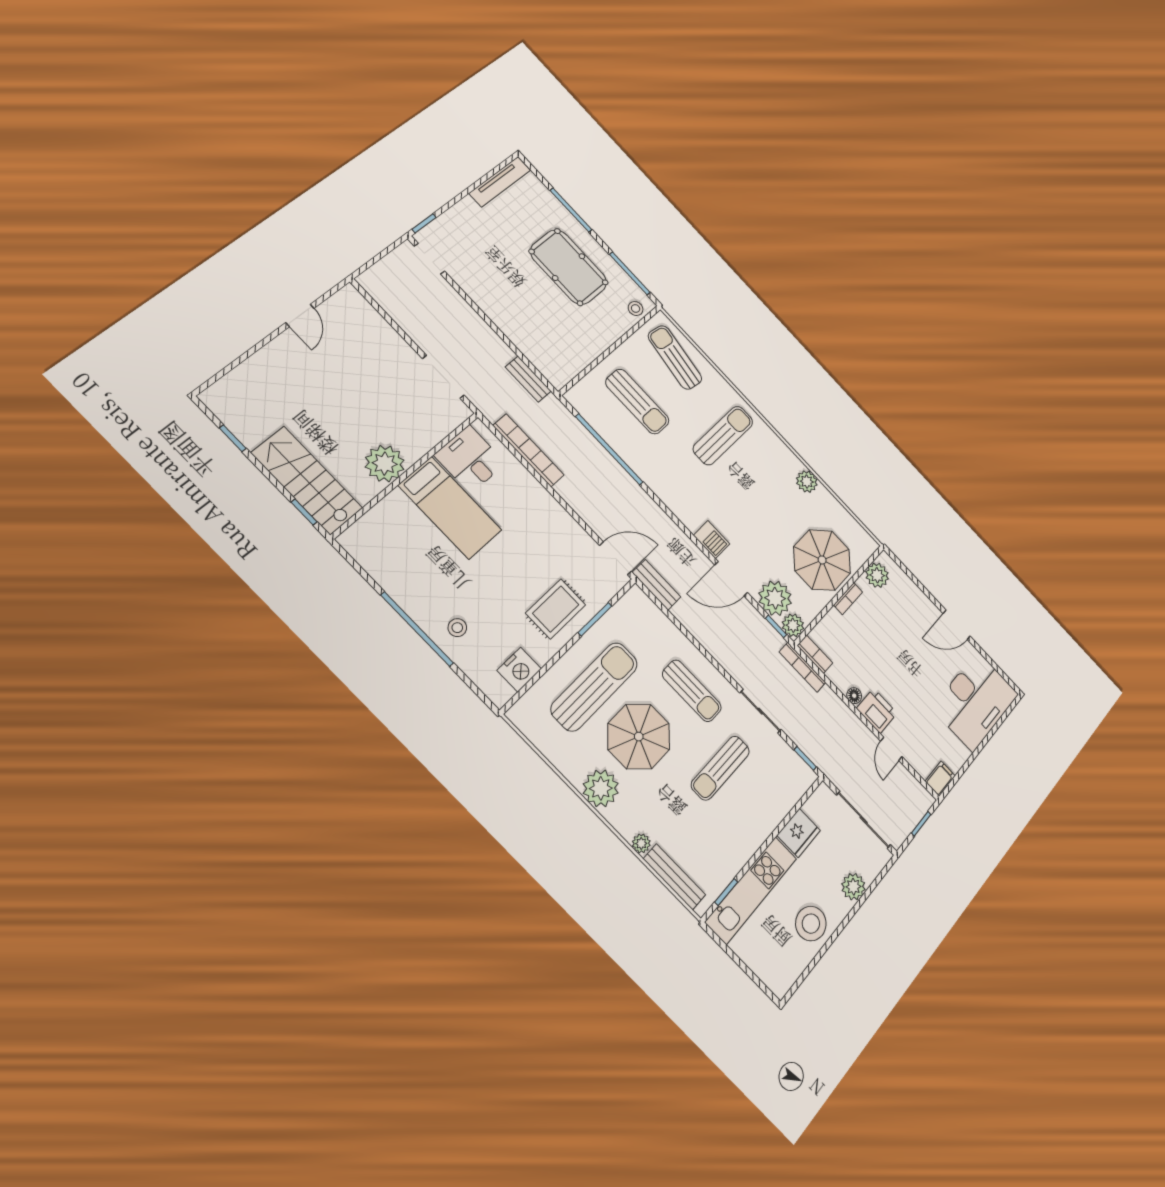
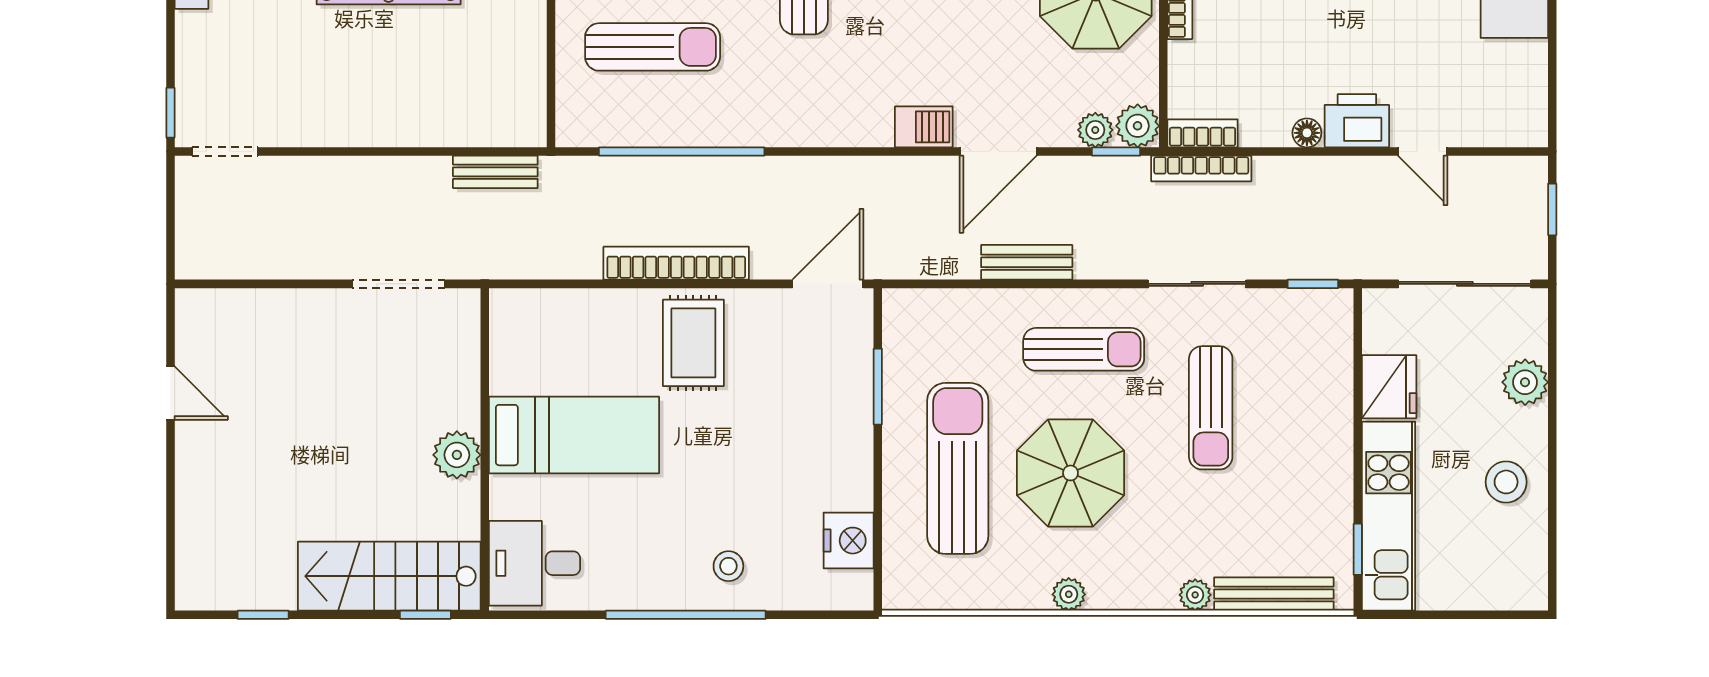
bookcase: (528, 450) -> (676, 263), moved
desk: (470, 459) -> (535, 563), moved
plant: (385, 464) -> (457, 455), width x0.73, depth x0.73
bench: (657, 585) -> (1027, 262), moved
plant: (775, 598) -> (1095, 130), width x0.53, depth x0.53
rug: (556, 609) -> (693, 343), moved
filing cabinet: (940, 779) -> (1529, 122), removed
plant: (601, 788) -> (1069, 594), width x0.53, depth x0.53
stool: (811, 924) -> (1506, 482), width x0.73, depth x0.73

